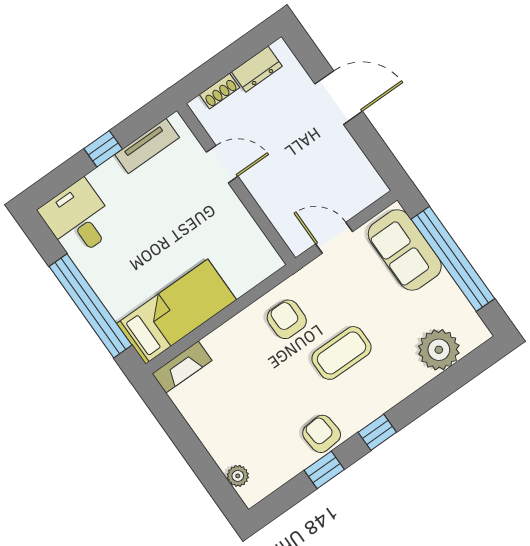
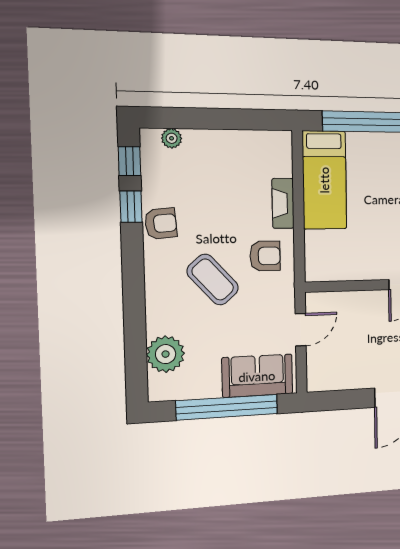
coffee table: (342, 353) -> (213, 280), turned -42
fireplace: (182, 367) -> (283, 203), moved
window: (377, 432) -> (129, 161), moved

